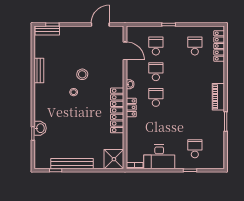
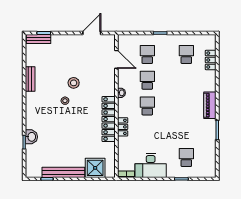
locker: (219, 46) -> (211, 60), width x0.66
locker: (131, 107) -> (123, 127), moved
shower: (114, 159) -> (95, 168), moved

